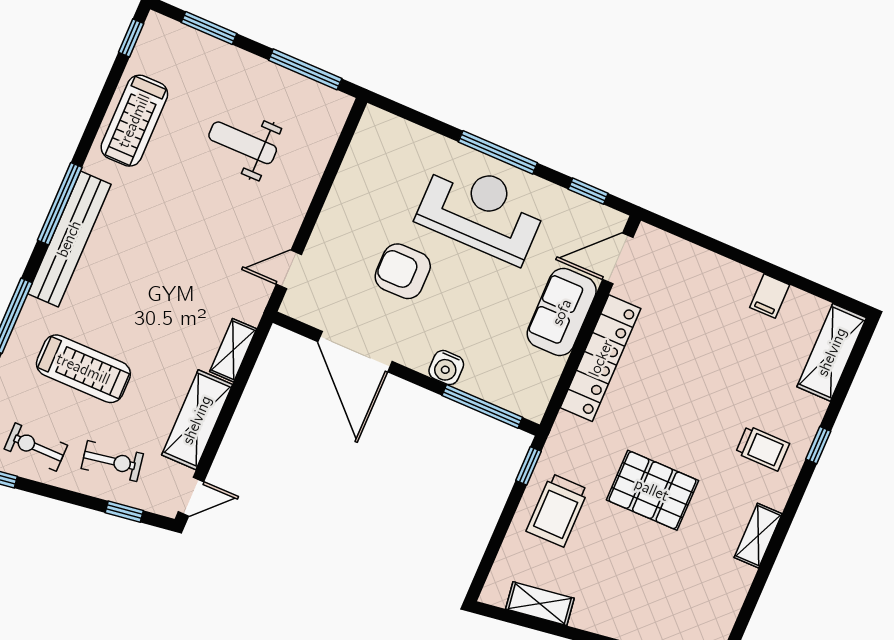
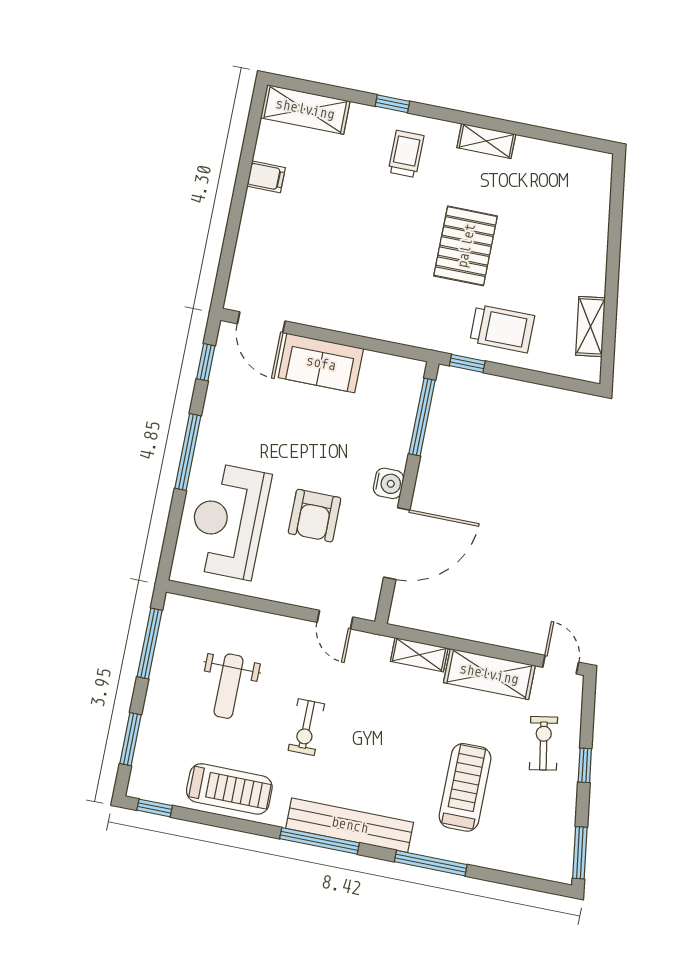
reception desk: (481, 211) -> (228, 521), moved
locker: (601, 358) -> (355, 319), removed
water cooler: (446, 368) -> (389, 483), moved
exercise bike: (36, 447) -> (306, 727), moved
window: (124, 512) -> (585, 765), moved

